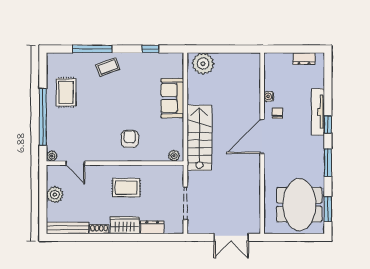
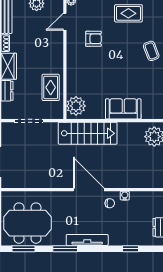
tv unit: (318, 112) -> (87, 240), moved
window: (328, 124) -> (131, 249), moved
armchair: (130, 139) -> (93, 39), moved
plant: (174, 156) -> (76, 106), width x1.88, depth x1.88
rug: (126, 188) -> (51, 87), moved

